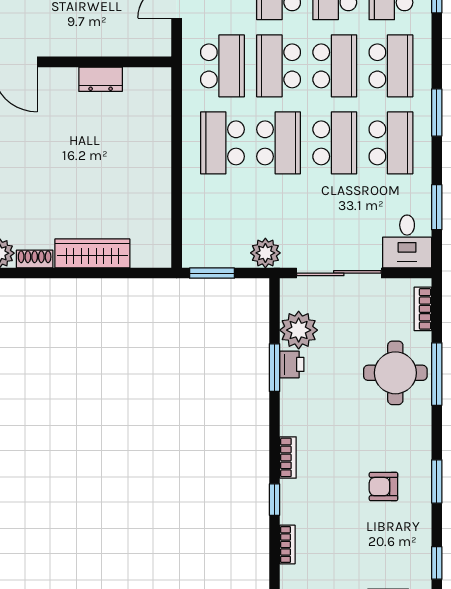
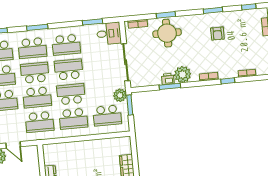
school desk: (222, 66) -> (40, 122), turned 180
school desk: (391, 66) -> (32, 48), turned 180
window: (437, 112) -> (37, 27), moved
school desk: (391, 143) -> (66, 45), turned 180
school desk: (222, 220) -> (107, 116), added
window: (212, 273) -> (130, 105), moved
plant: (299, 330) -> (183, 75), moved
window: (437, 374) -> (166, 15), width x0.69

